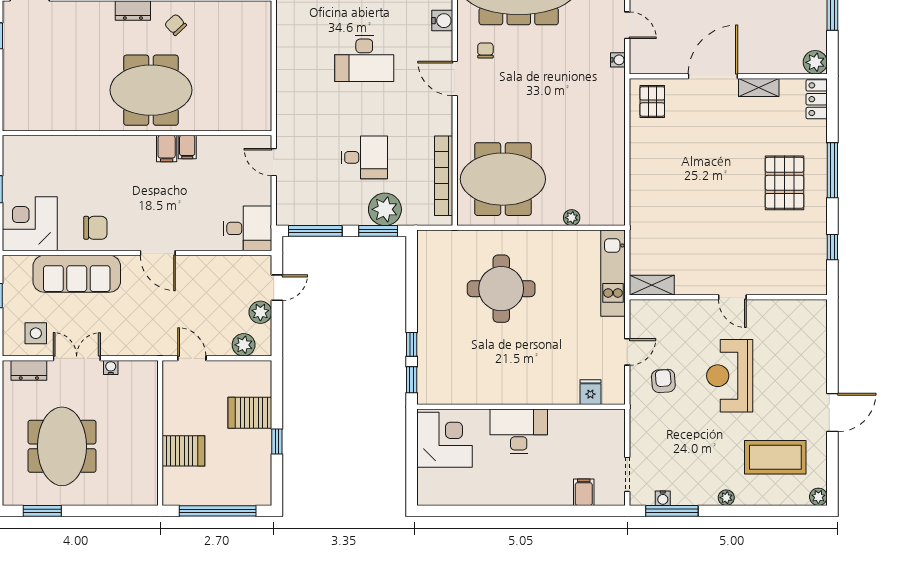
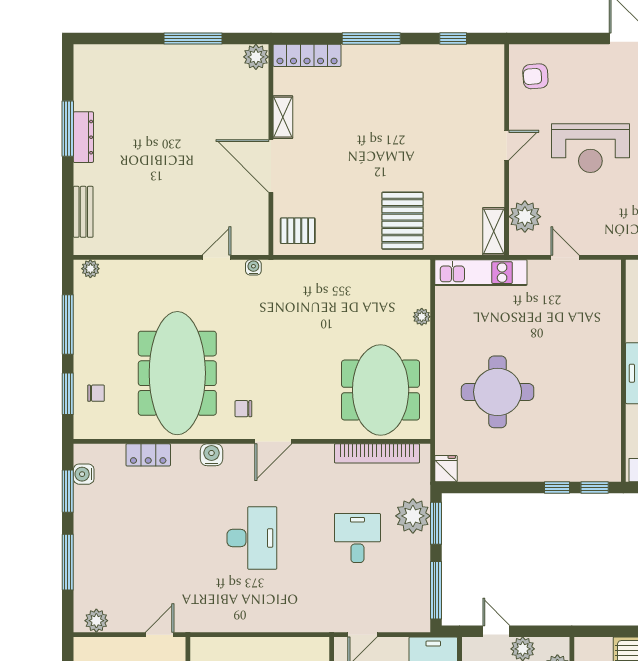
locker: (817, 99) -> (307, 55), width x1.53
pallet: (785, 183) -> (402, 221), moved, turned 90
plant: (666, 314) -> (525, 217), added
armchair: (663, 381) -> (535, 76), moved
fridge: (590, 392) -> (446, 469), moved, turned 90

